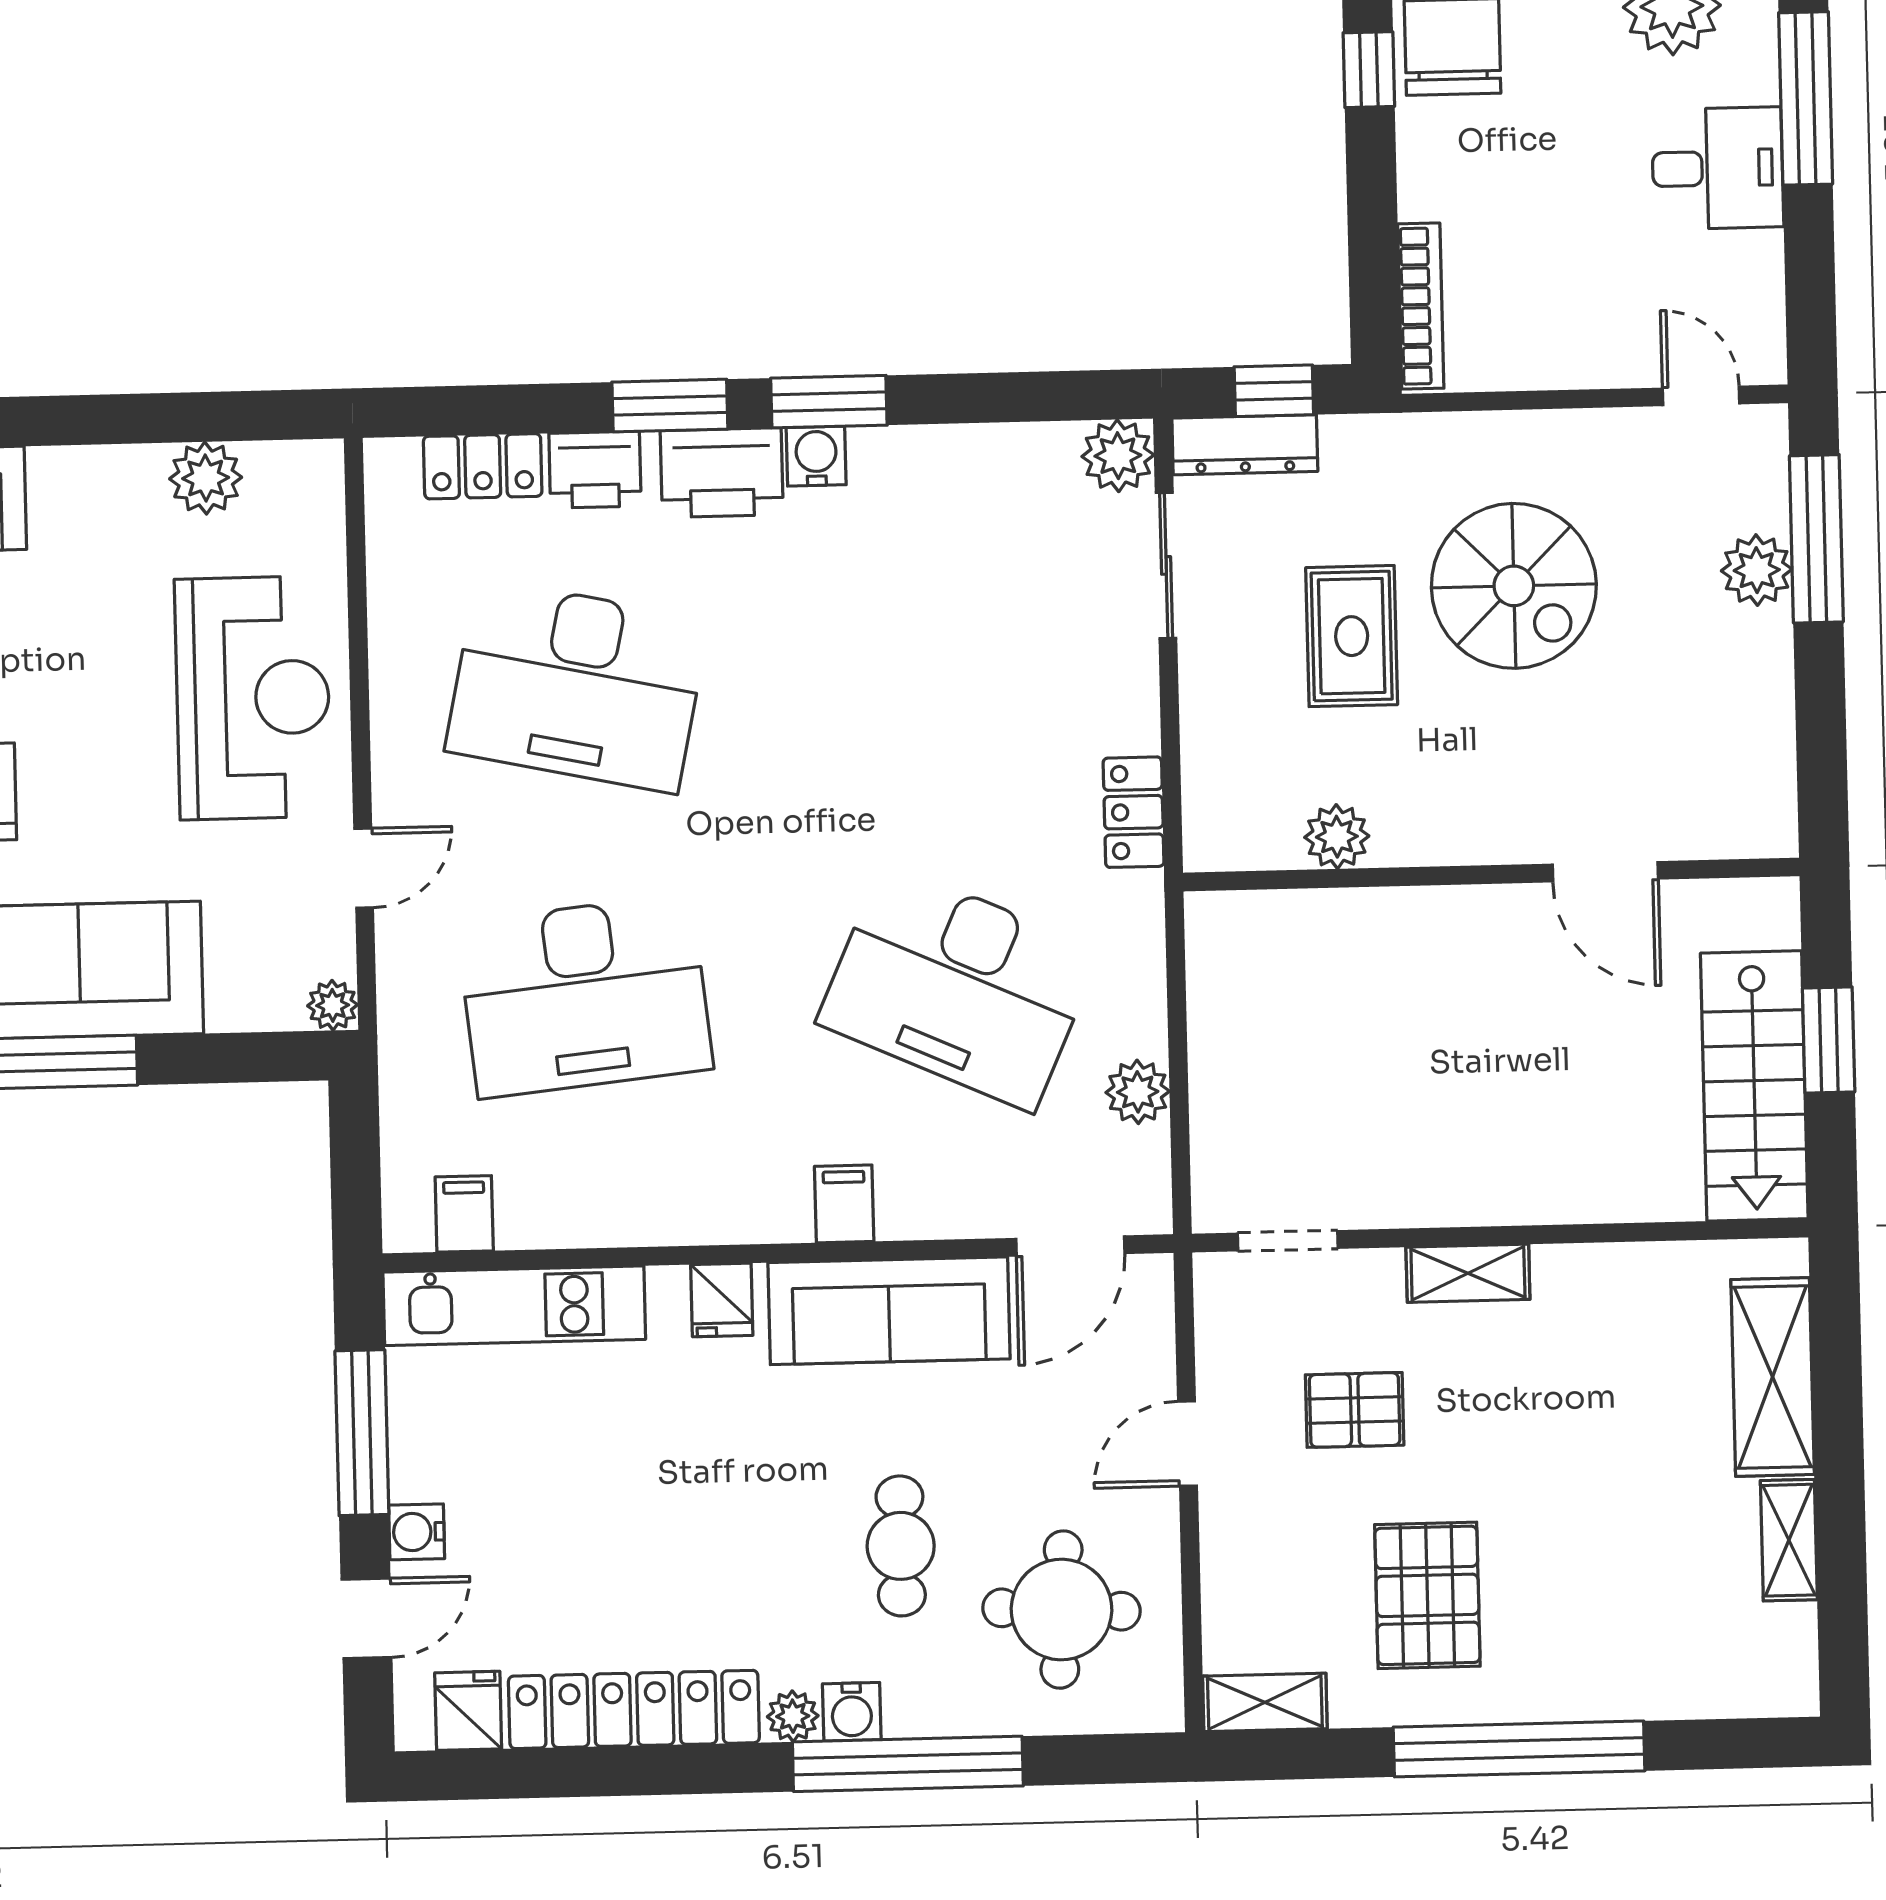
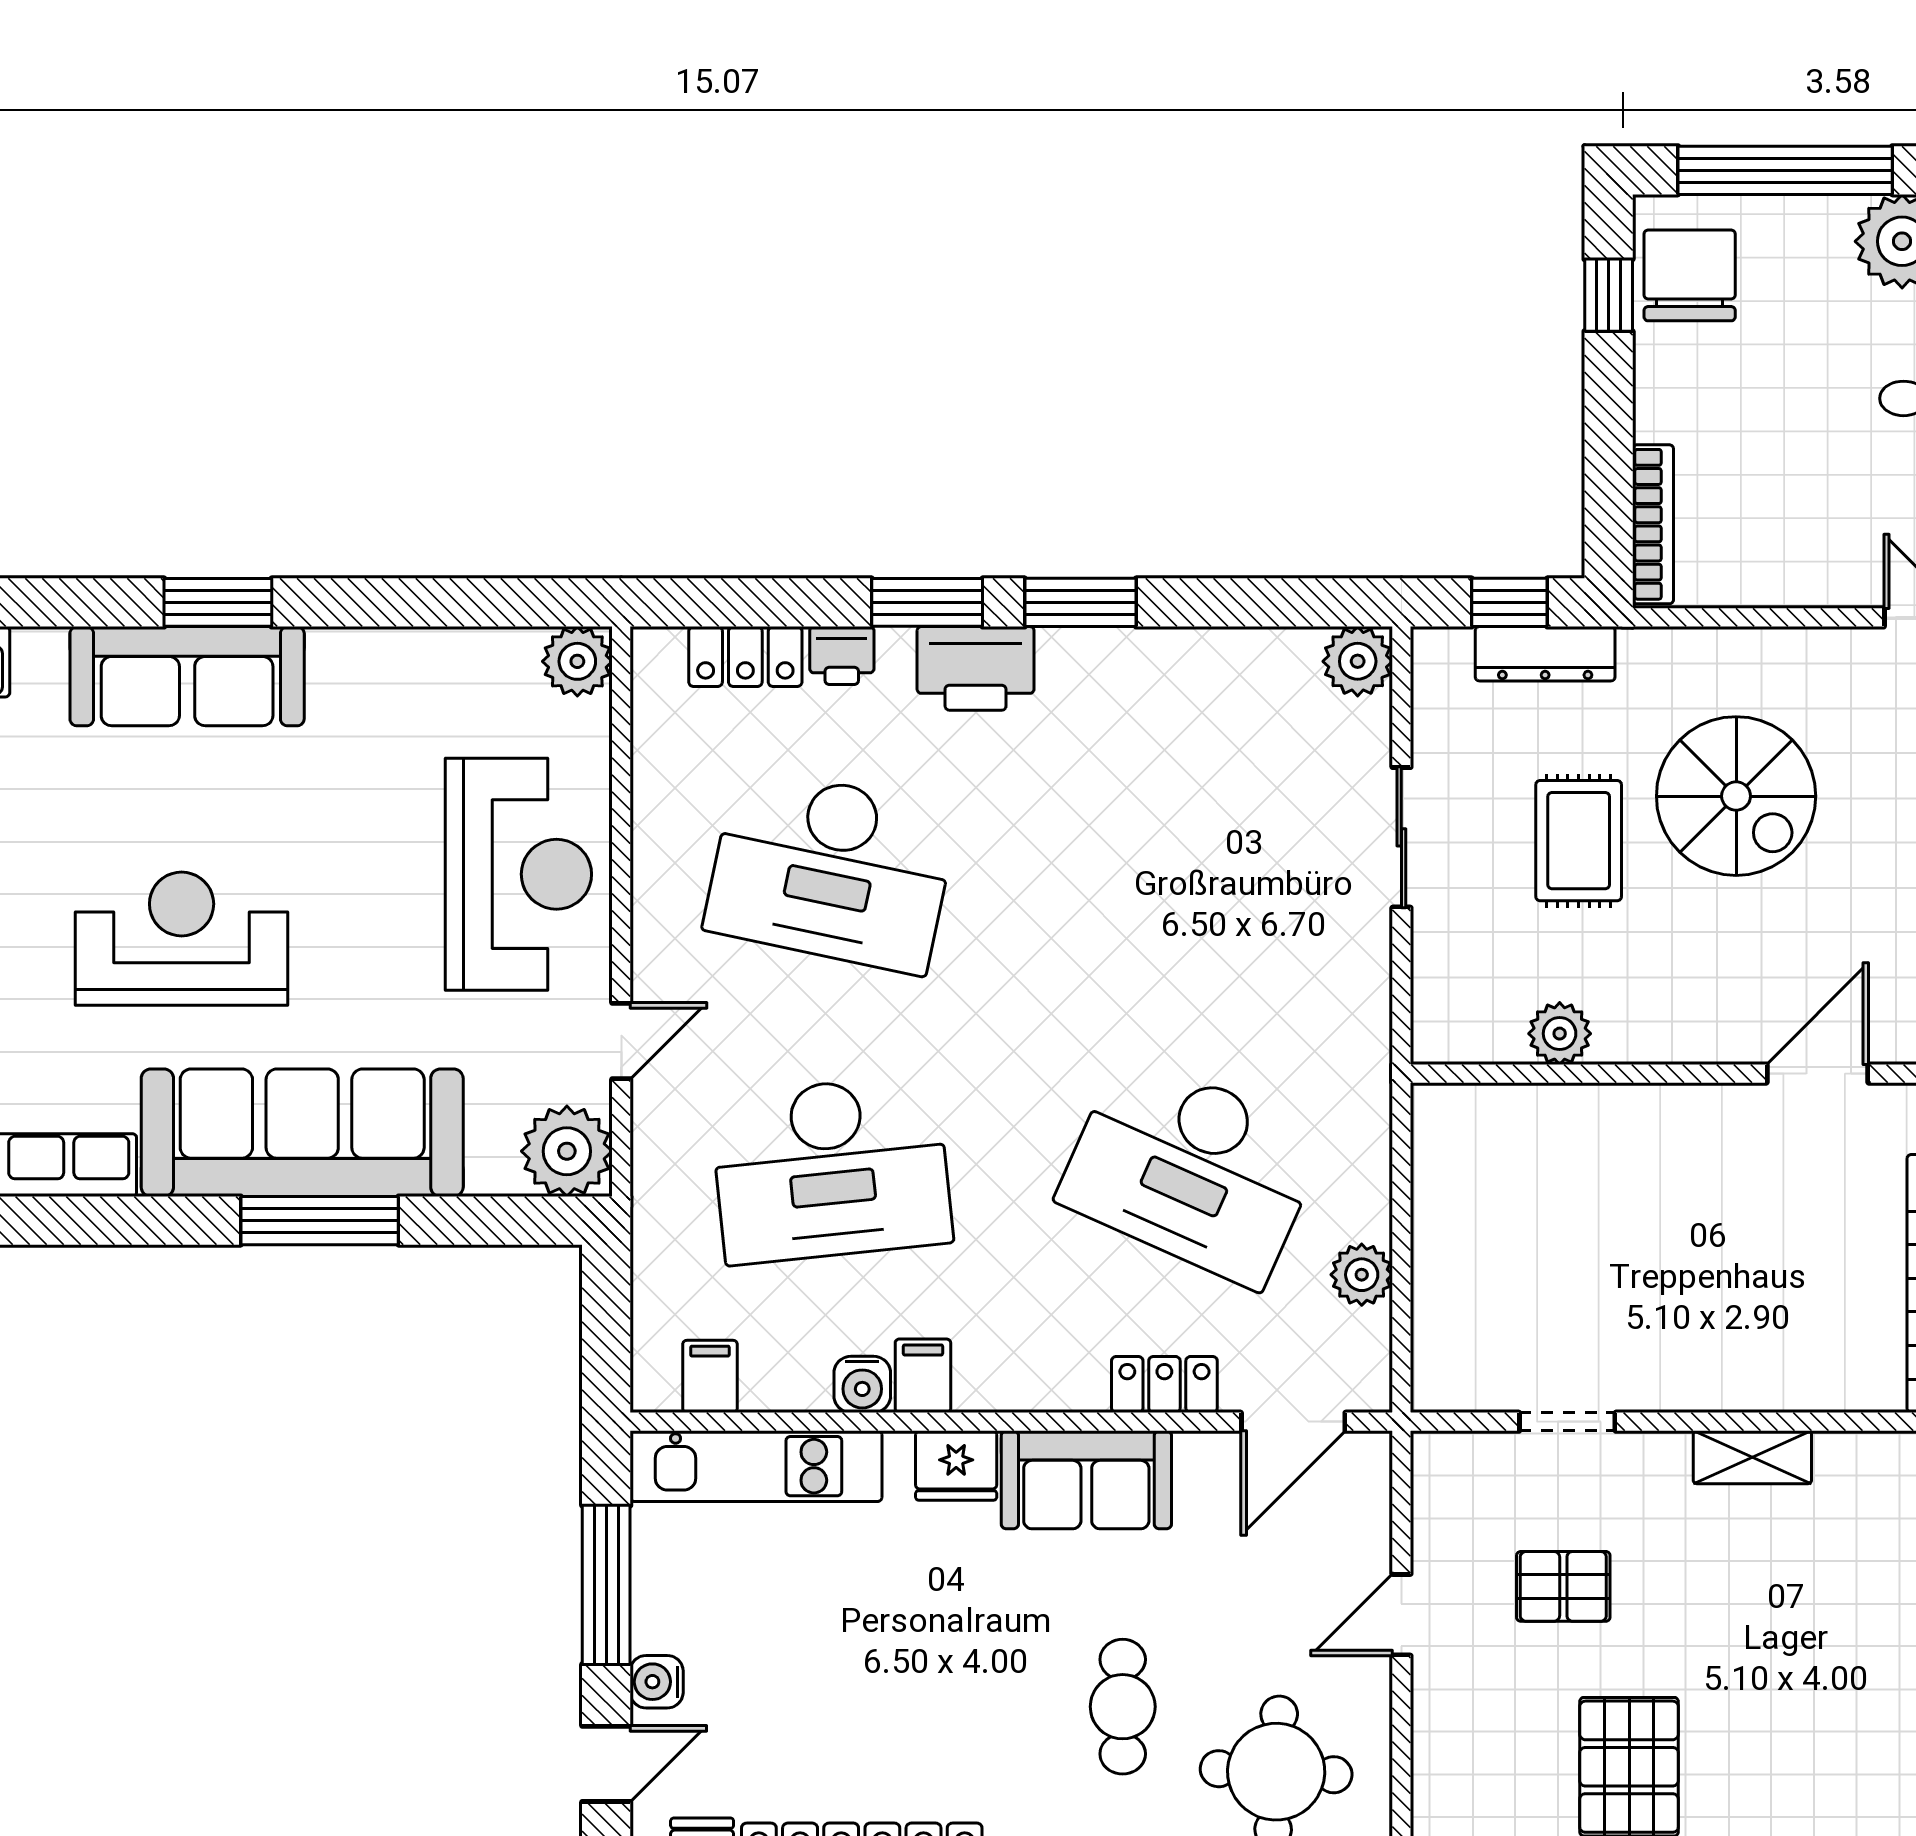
dresser: (1245, 445) -> (1545, 654), moved
water cooler: (816, 456) -> (862, 1384), moved, turned 180
printer: (595, 470) -> (842, 656), width x0.73, depth x0.81
plant: (206, 478) -> (577, 661), moved
sliding door: (1166, 565) -> (1401, 837), moved
locker: (1134, 812) -> (1164, 1385), moved, turned 90
door: (1605, 872) -> (1818, 1074), swing flipped
plant: (333, 1005) -> (567, 1151), width x1.88, depth x1.88
filing cabinet: (844, 1204) -> (923, 1376), moved
doorway: (1288, 1241) -> (1567, 1422), moved
shelving: (1468, 1273) -> (1752, 1457), moved
fridge: (722, 1300) -> (956, 1465), width x1.38
sofa: (889, 1311) -> (1086, 1480), width x0.73

